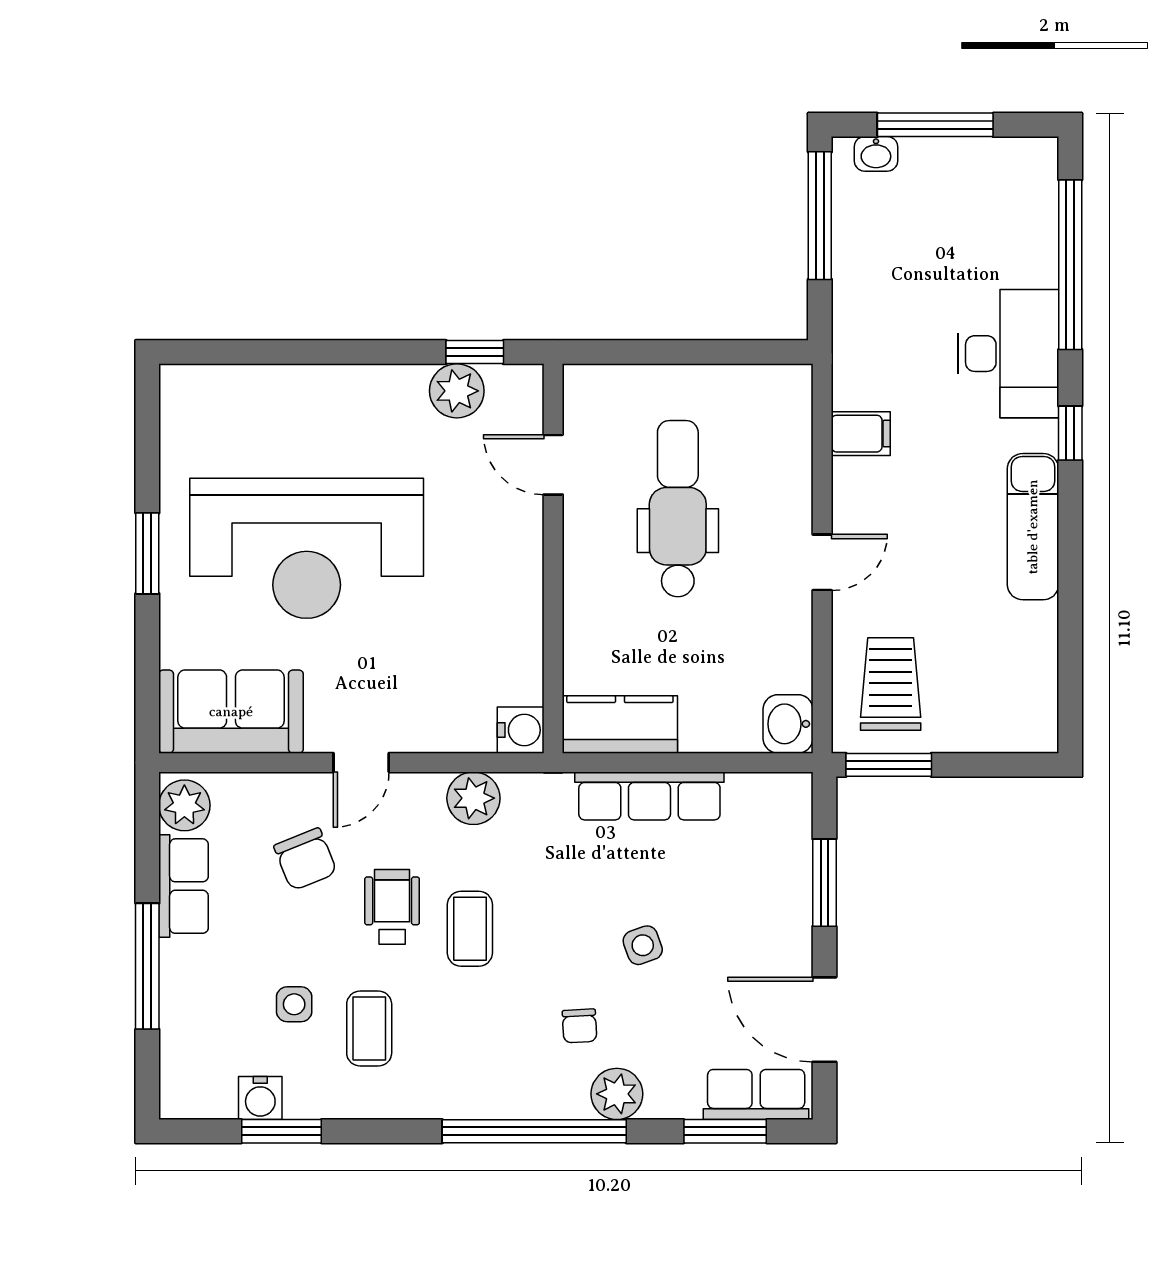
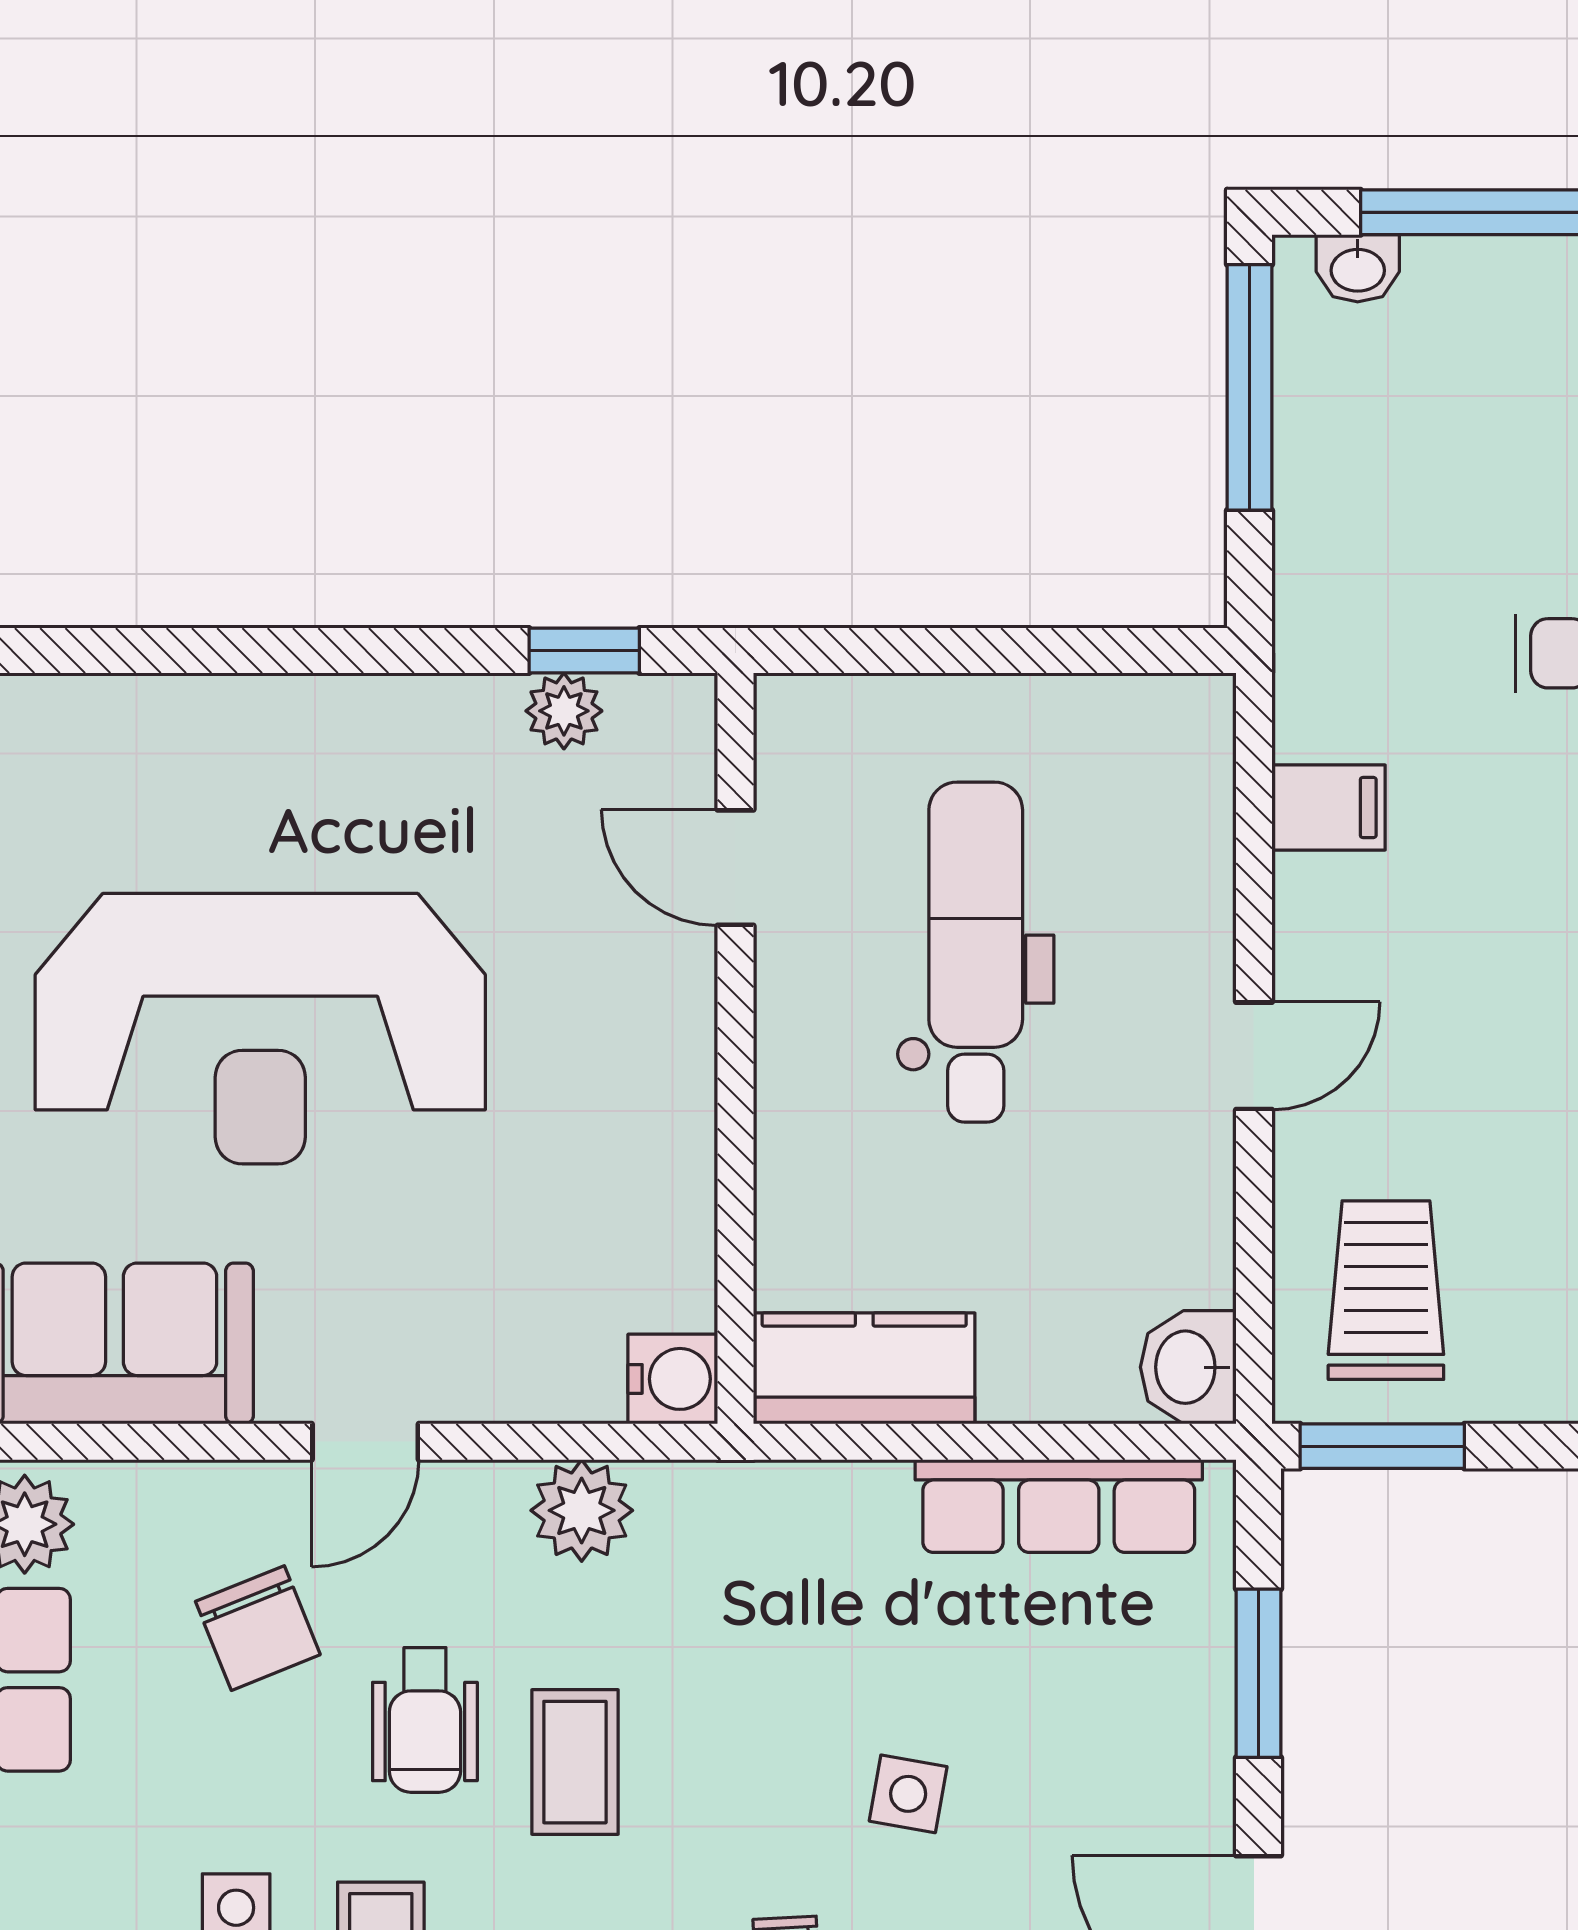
plant: (457, 391) -> (564, 711), width x0.73, depth x0.73
row of seats: (649, 796) -> (1059, 1506), moved
wheelchair: (392, 907) -> (425, 1720), turned 180
side table: (643, 945) -> (908, 1794), turned 30

